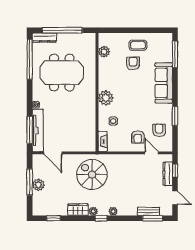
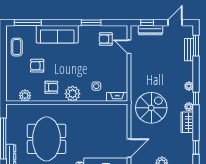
coffee table: (138, 45) -> (17, 47), moved
armchair: (138, 137) -> (51, 87), moved
door: (152, 153) -> (129, 47), hinge flipped
spiral stairs: (92, 175) -> (151, 108), turned 180

